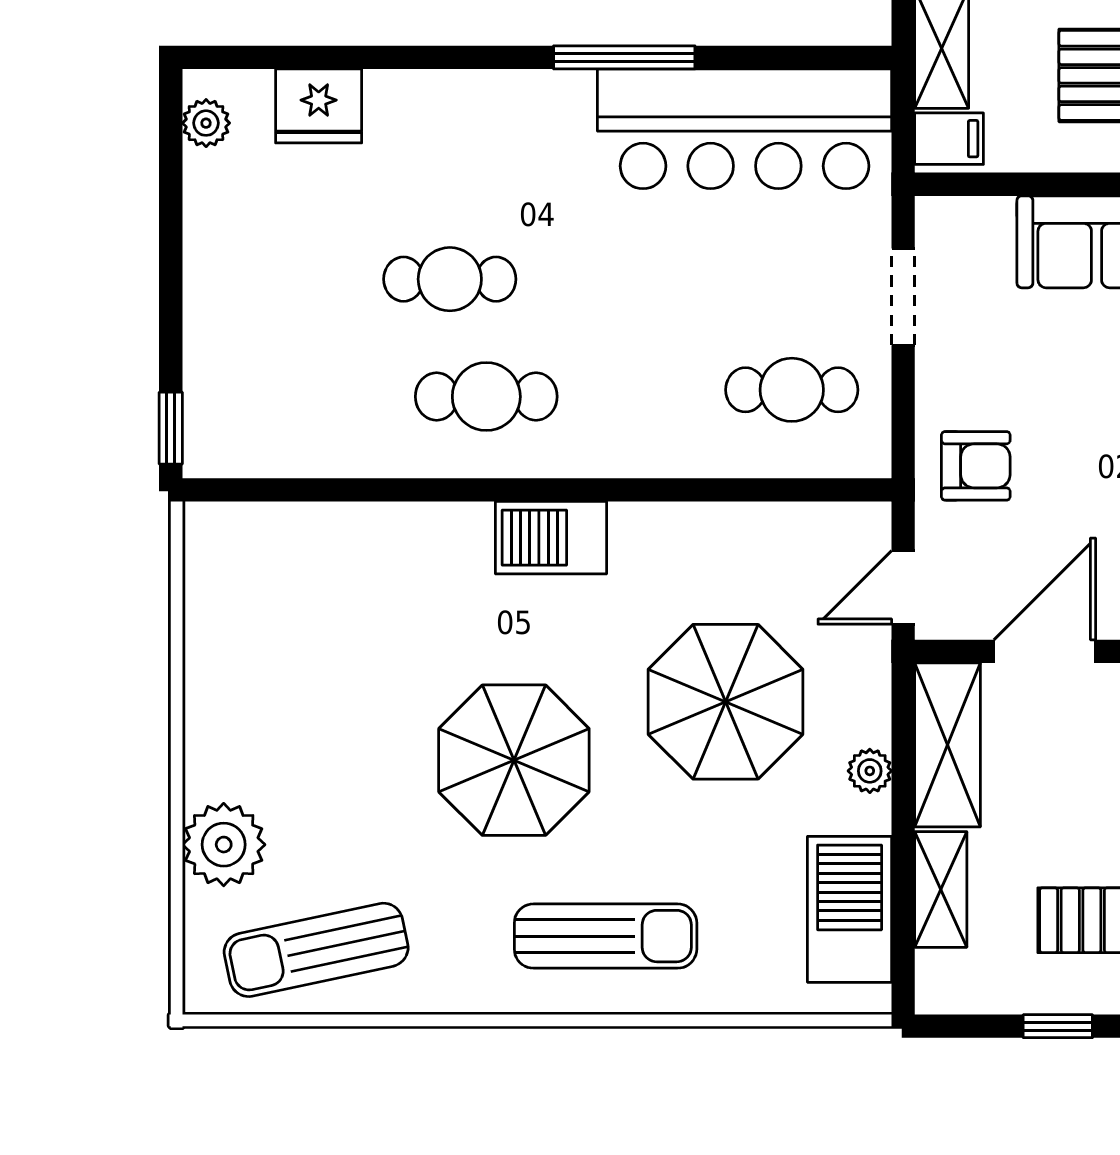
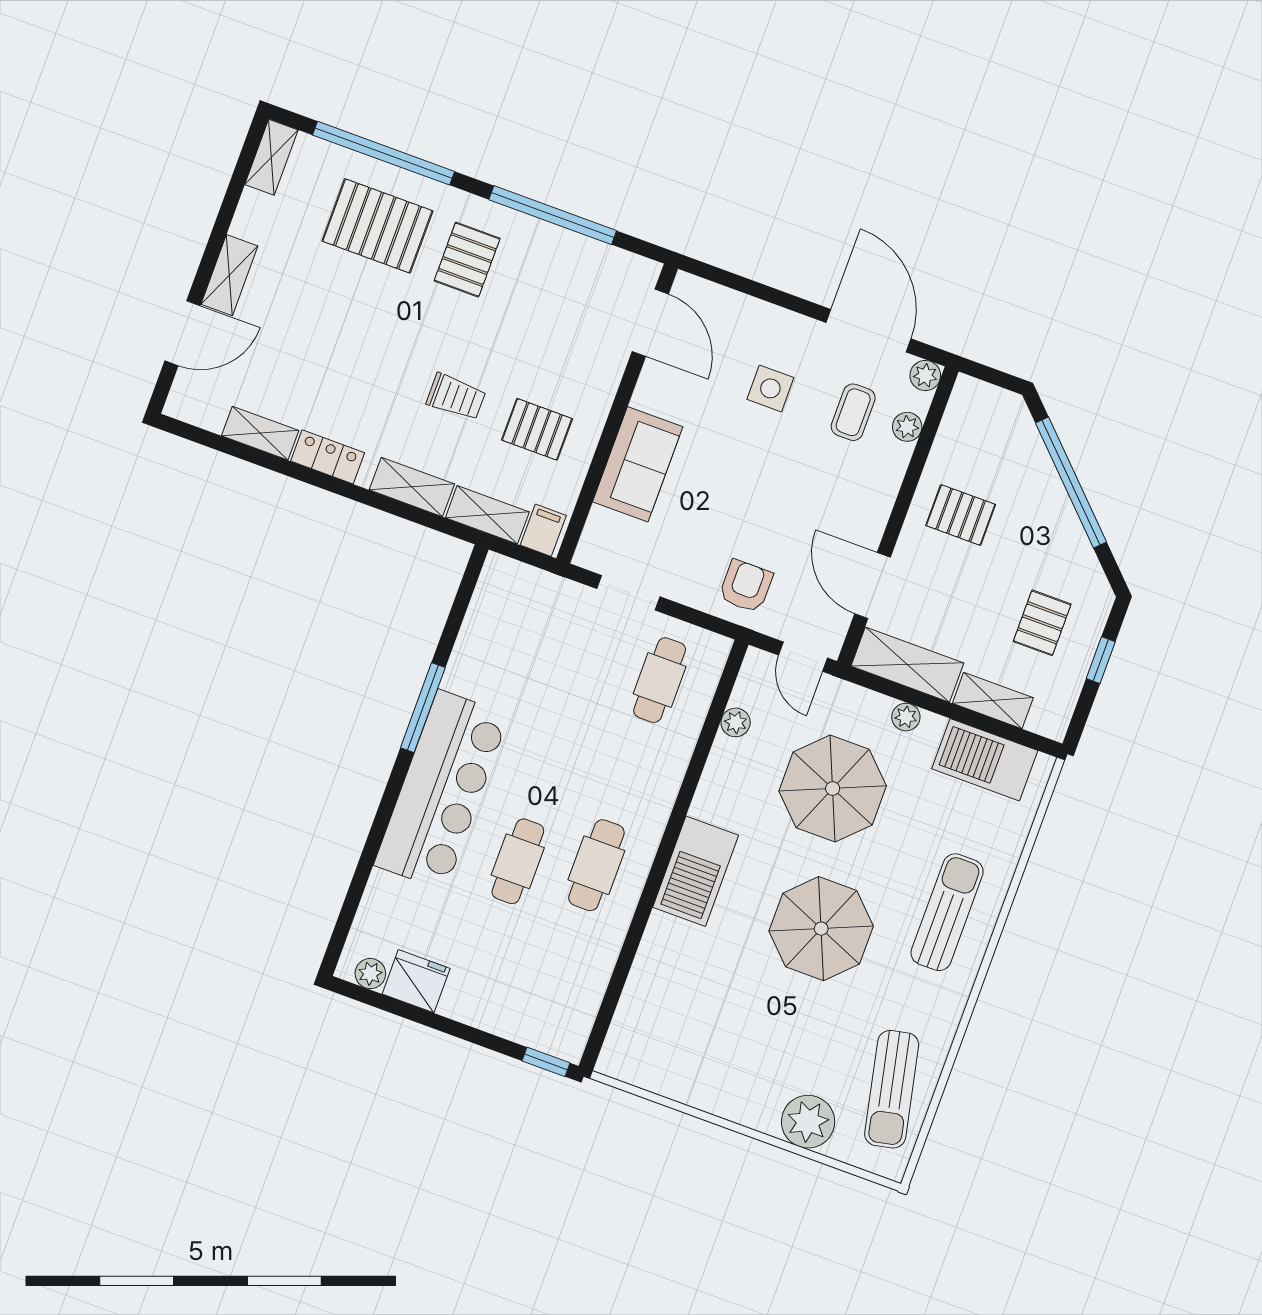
fridge: (319, 106) -> (416, 981), moved, turned -90
bar counter: (745, 129) -> (441, 790), moved
plant: (770, 524) -> (736, 722), added
barbecue: (551, 538) -> (696, 871), width x1.37, depth x1.21

